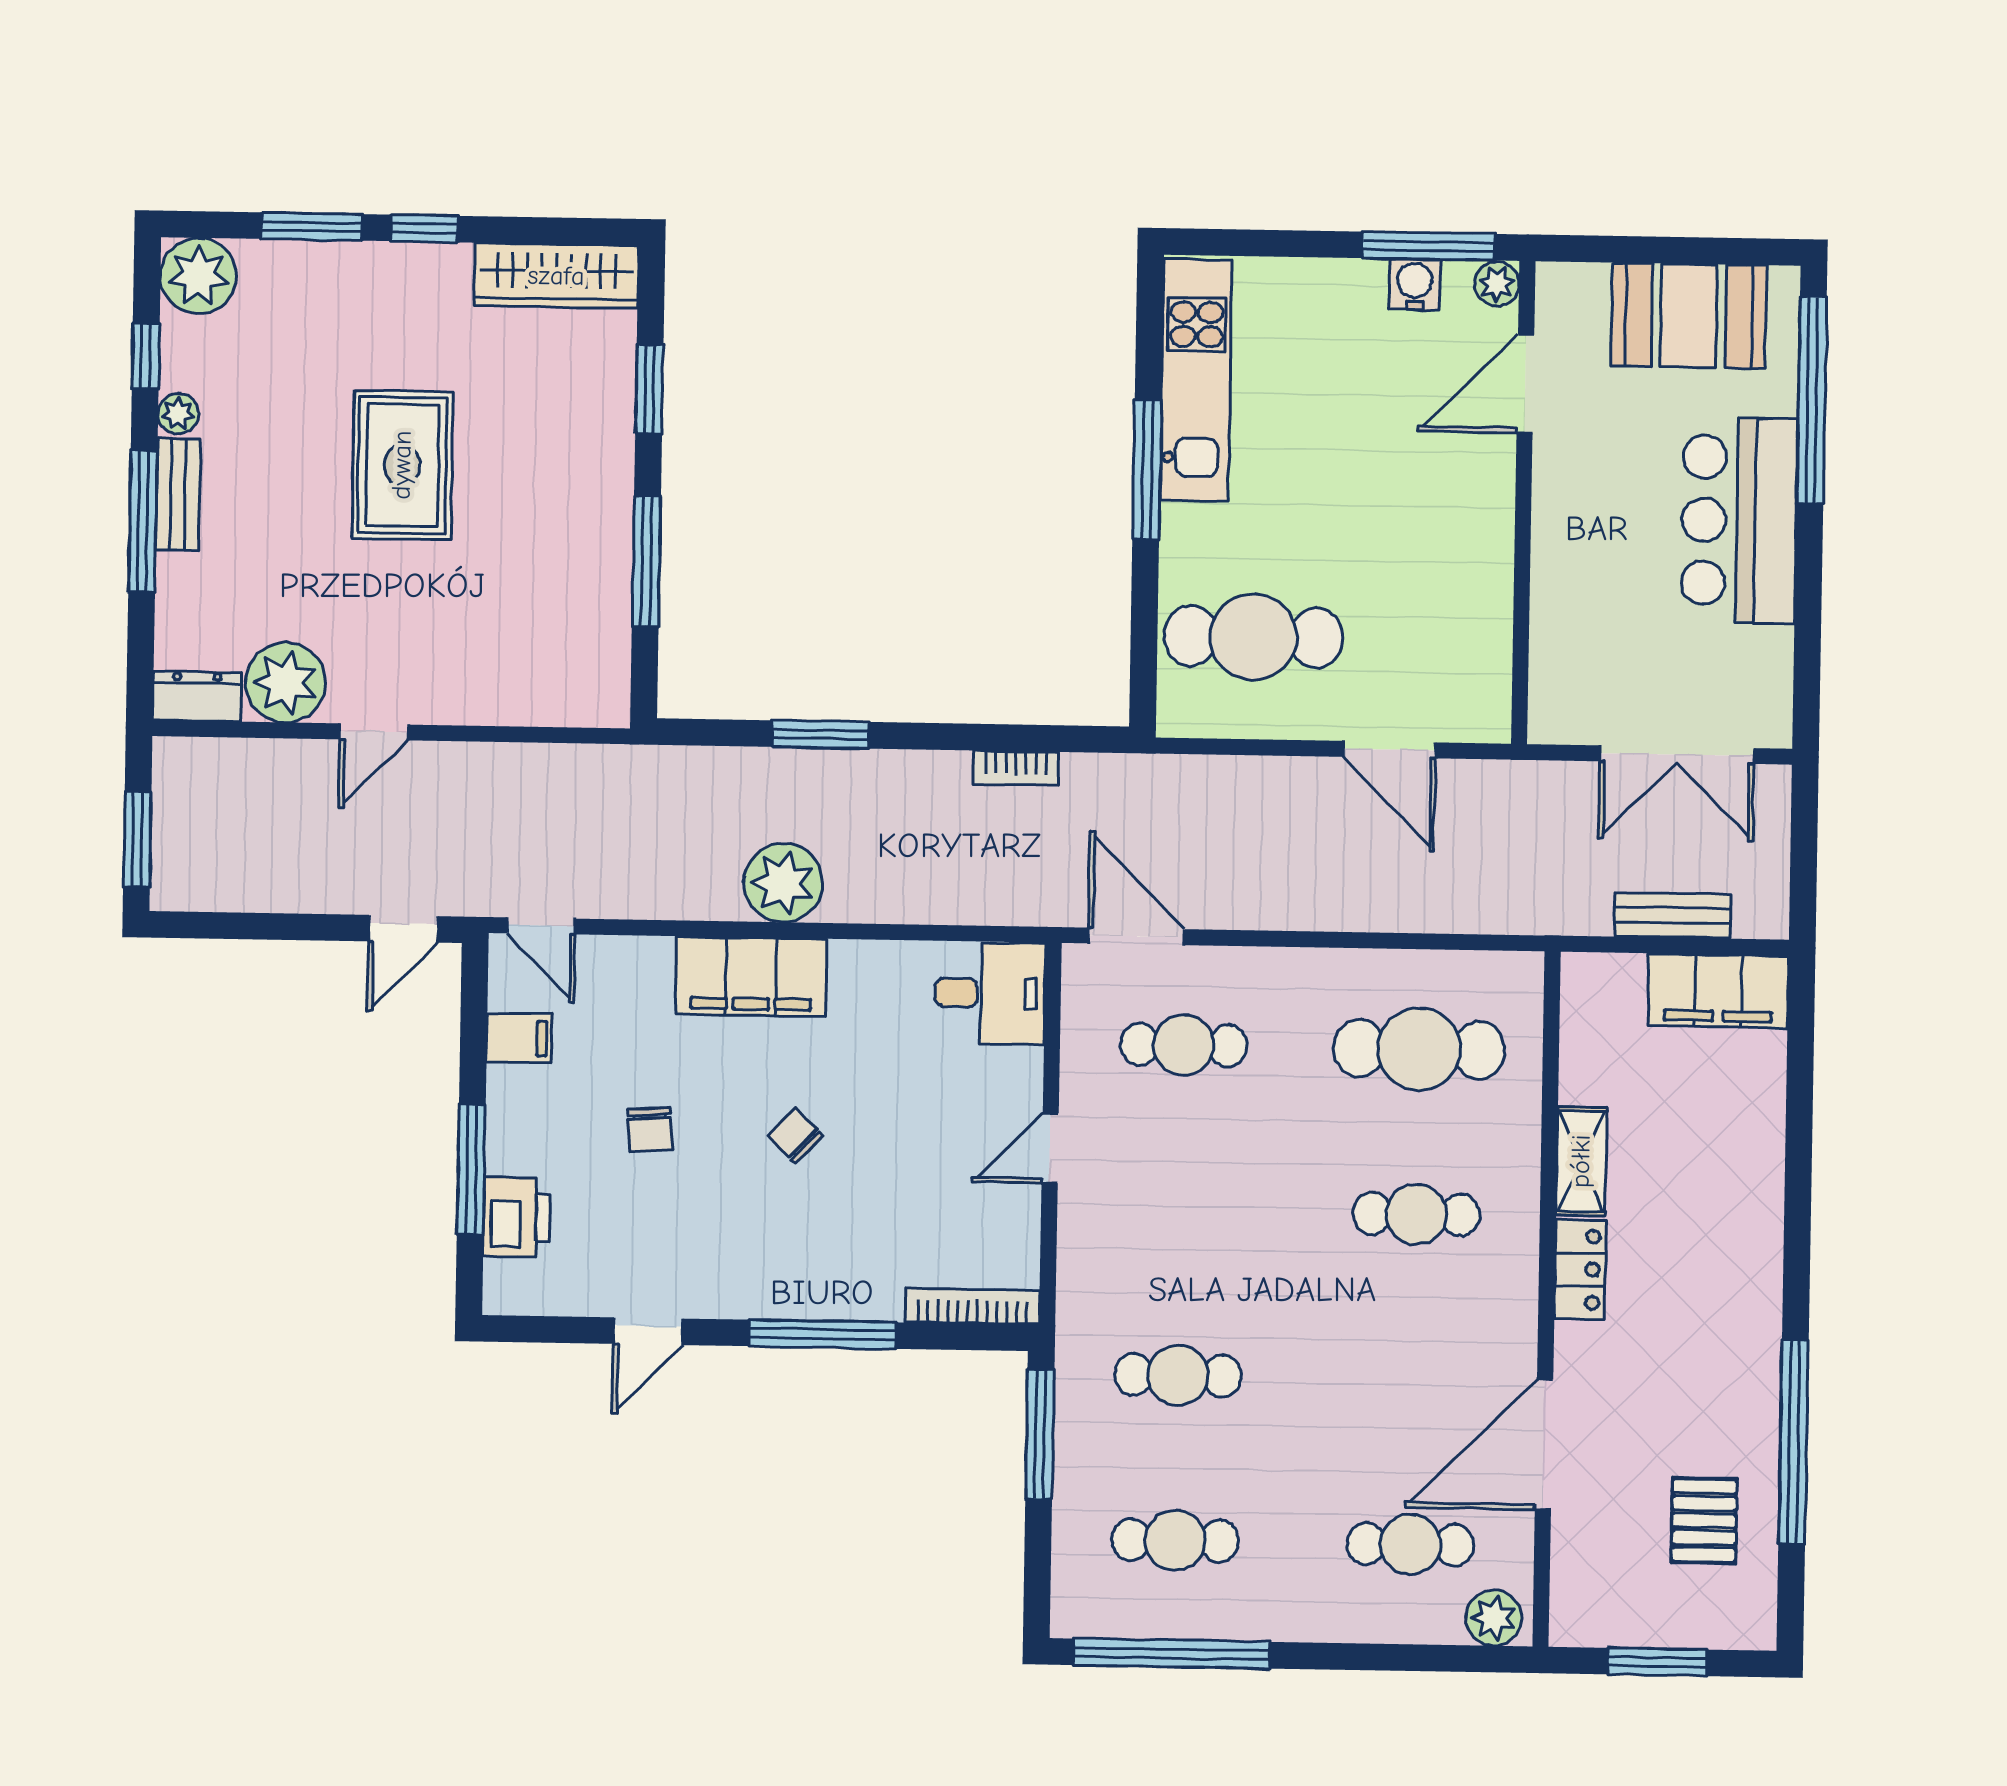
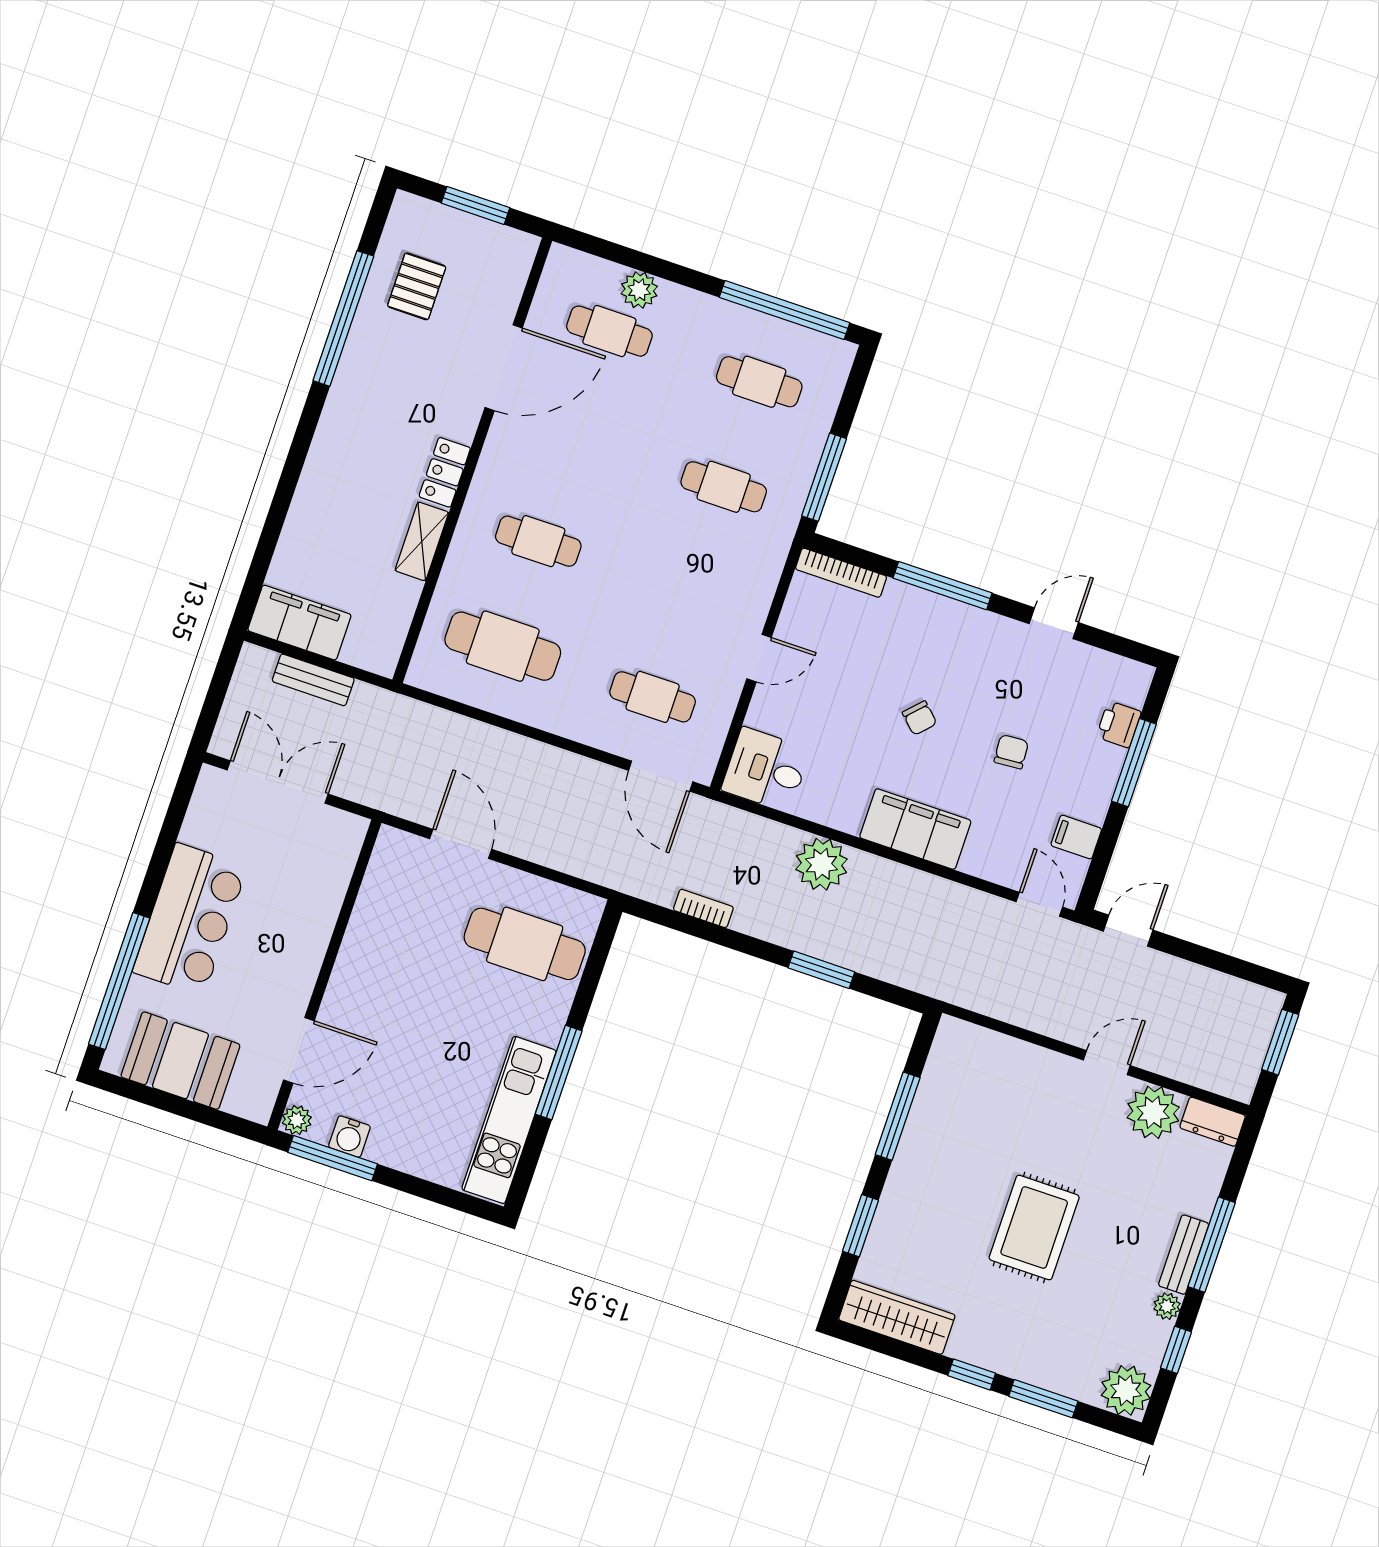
plant: (783, 883) -> (822, 864), moved
printer: (516, 1217) -> (1119, 724), width x0.73, depth x0.81
plant: (1494, 1618) -> (639, 290), moved

